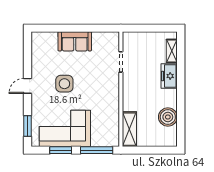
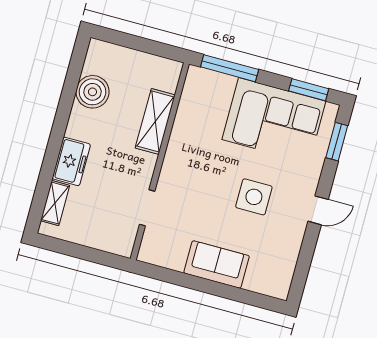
shelving: (129, 129) -> (155, 121), moved
window: (61, 150) -> (309, 90), moved

